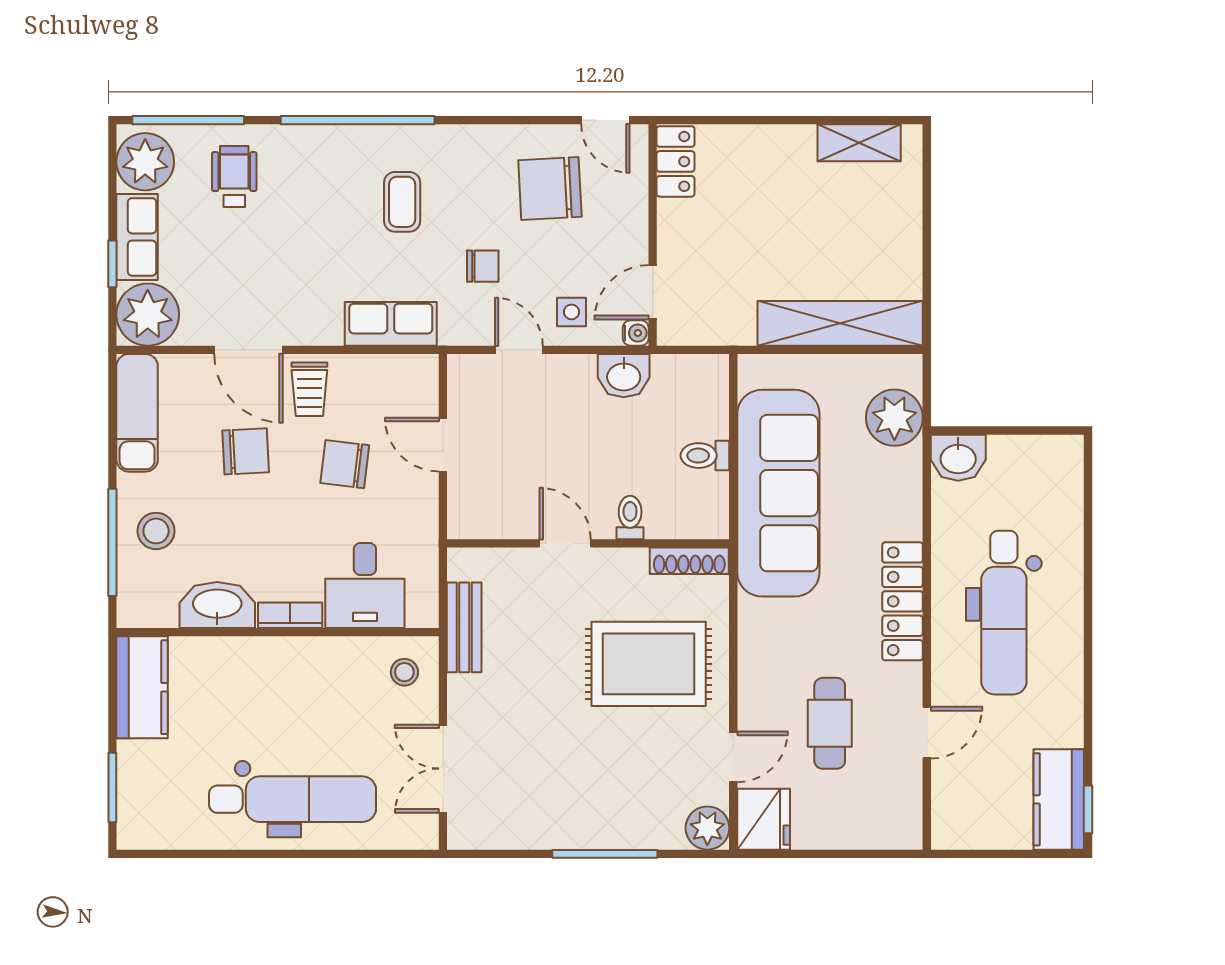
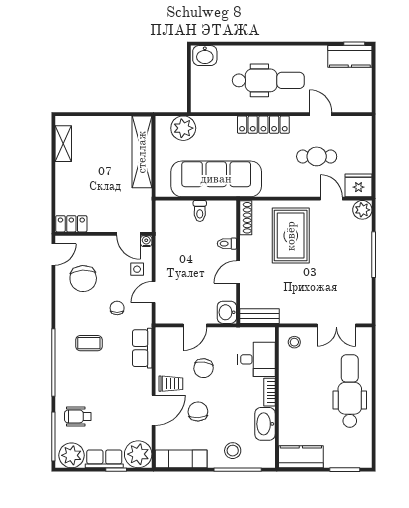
washbasin: (624, 376) -> (227, 312), moved, turned 180
washbasin: (958, 458) -> (205, 56), moved, turned 90
bench: (464, 627) -> (260, 316), moved

